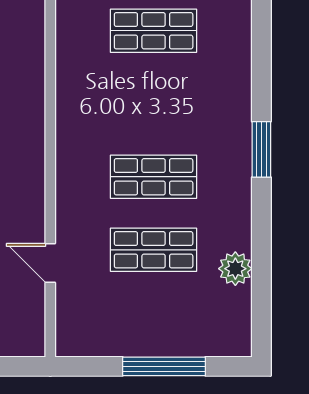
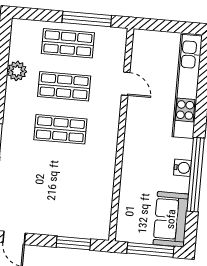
shop shelf: (154, 31) -> (68, 43), moved
window: (164, 366) -> (87, 19), moved

